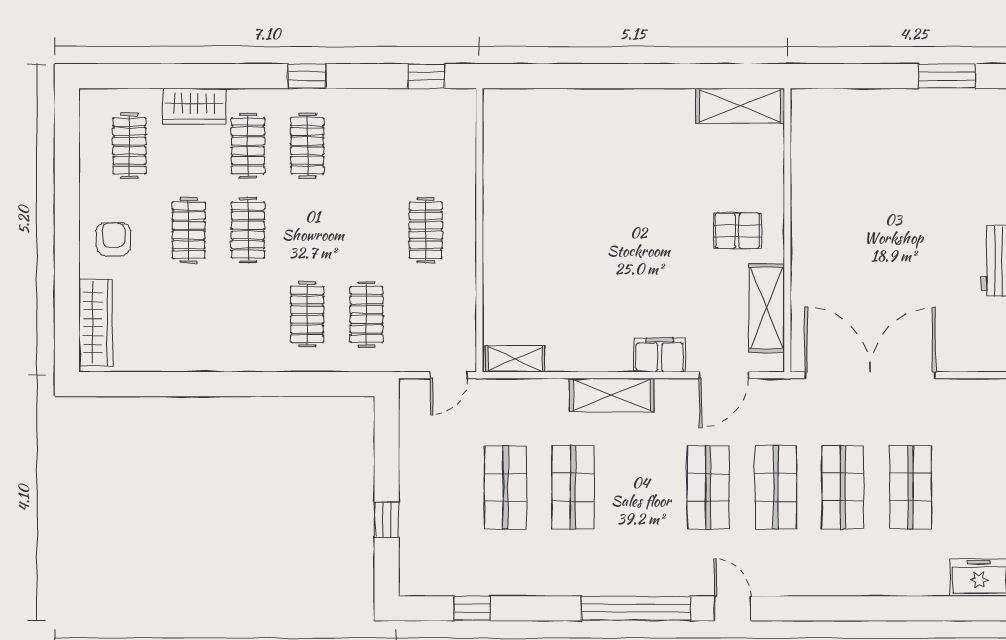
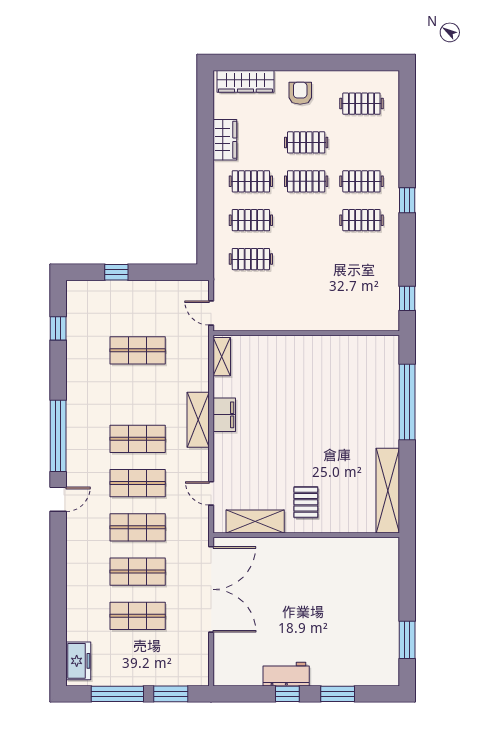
window: (307, 76) -> (407, 200), moved
window: (584, 76) -> (407, 402), added
wardrobe: (194, 106) -> (225, 140), moved, turned 180
shelving: (740, 106) -> (388, 491), width x1.47
clothes rail: (426, 230) -> (251, 181), moved
armchair: (114, 239) -> (300, 93), turned -90
filing cabinet: (660, 355) -> (224, 415), moved
door: (724, 375) -> (211, 493), width x0.73
shop shelf: (573, 487) -> (138, 439), moved

